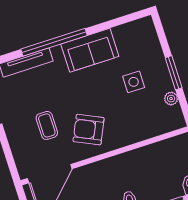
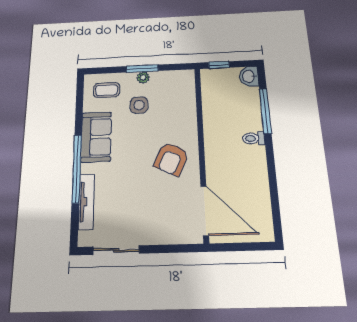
plant: (171, 99) -> (143, 78), moved
coffee table: (47, 125) -> (107, 90), moved

